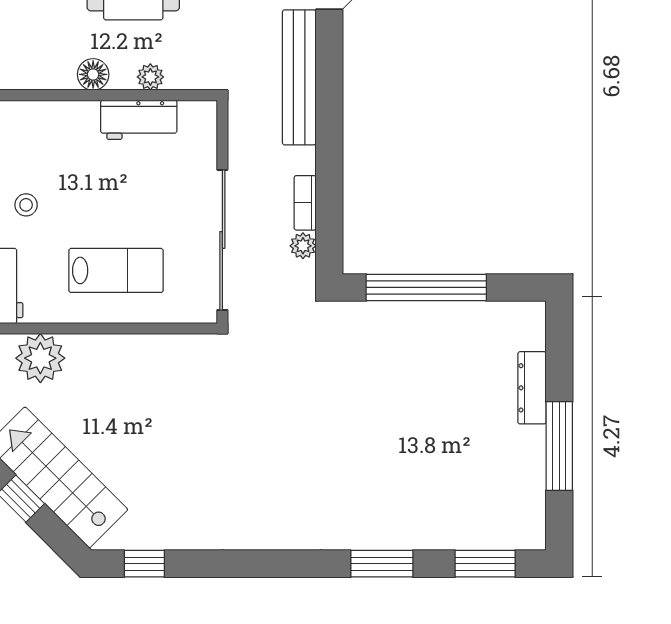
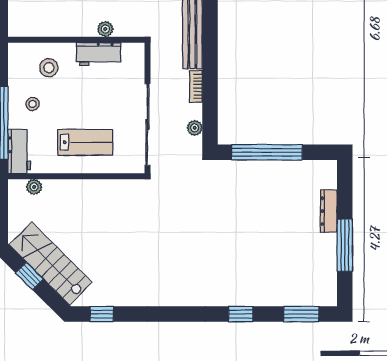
floor lamp: (93, 74) -> (72, 28), removed
stool: (54, 143) -> (49, 68), added
bookcase: (305, 203) -> (196, 86), moved
plant: (40, 358) -> (34, 187), width x0.53, depth x0.53
window: (382, 564) -> (241, 314), width x0.67

